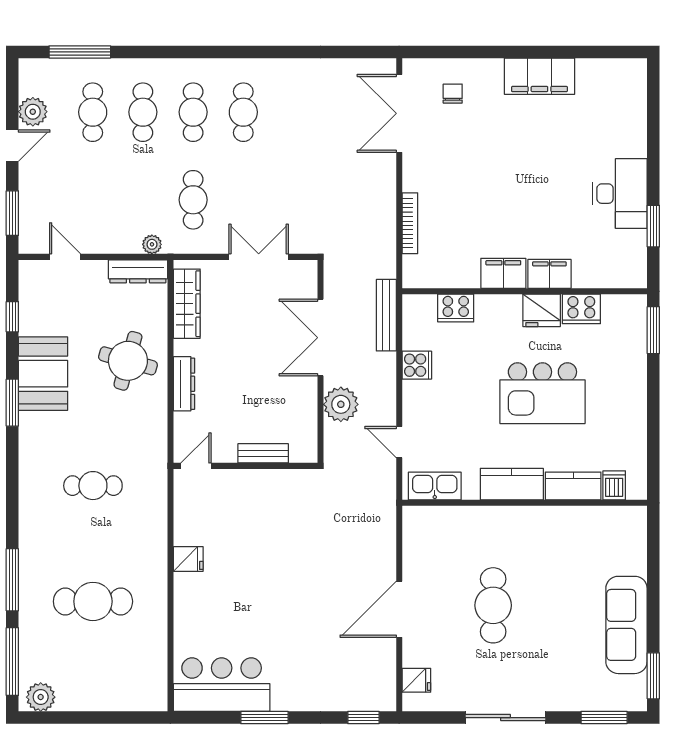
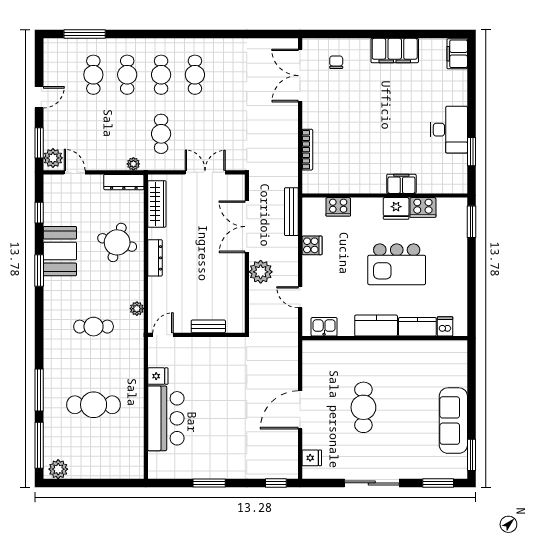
plant: (33, 112) -> (53, 158), moved
filing cabinet: (503, 273) -> (457, 54), moved, turned -90
bench: (263, 453) -> (208, 326), moved
plant: (157, 459) -> (137, 309), added
door: (196, 466) -> (163, 335), moved
wall: (245, 466) -> (196, 335), moved
kitchen sink: (435, 486) -> (324, 327), width x0.73
bar counter: (222, 685) -> (166, 418), moved, turned 90

